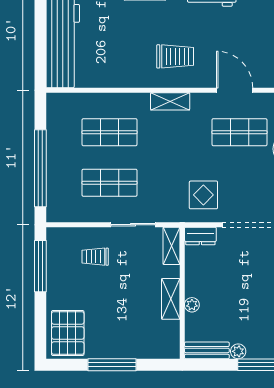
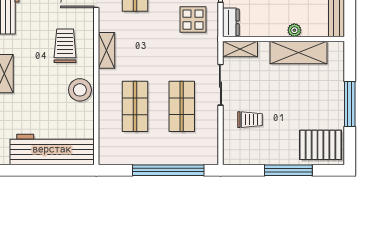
stool: (127, 73) -> (80, 90), added
trolley: (95, 257) -> (250, 120), turned -90
window: (40, 266) -> (288, 170), moved
shelving: (171, 299) -> (298, 53), width x1.50, depth x1.33

